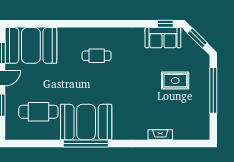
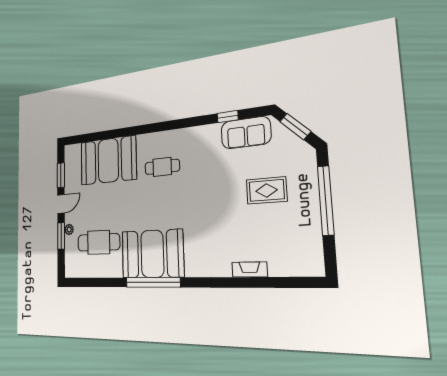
window: (165, 24) -> (228, 117), moved
booth: (31, 45) -> (108, 161), moved
plant: (10, 100) -> (69, 229), added

